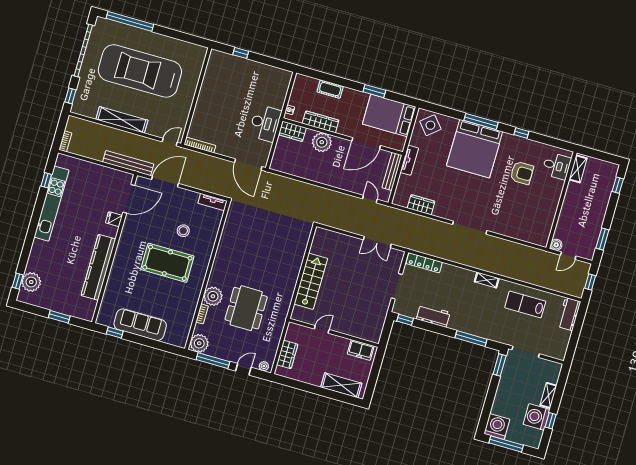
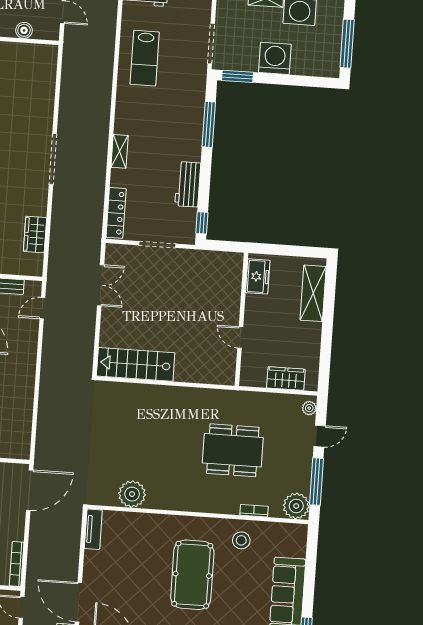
stool: (183, 231) -> (241, 540), moved
boiler: (556, 245) -> (24, 30), moved
shelving: (487, 280) -> (120, 151), moved
stairs: (311, 281) -> (136, 364), moved
plant: (213, 296) -> (132, 494), moved
door: (243, 369) -> (320, 436), swing flipped
washing machine: (497, 427) -> (275, 58), moved, turned 90

